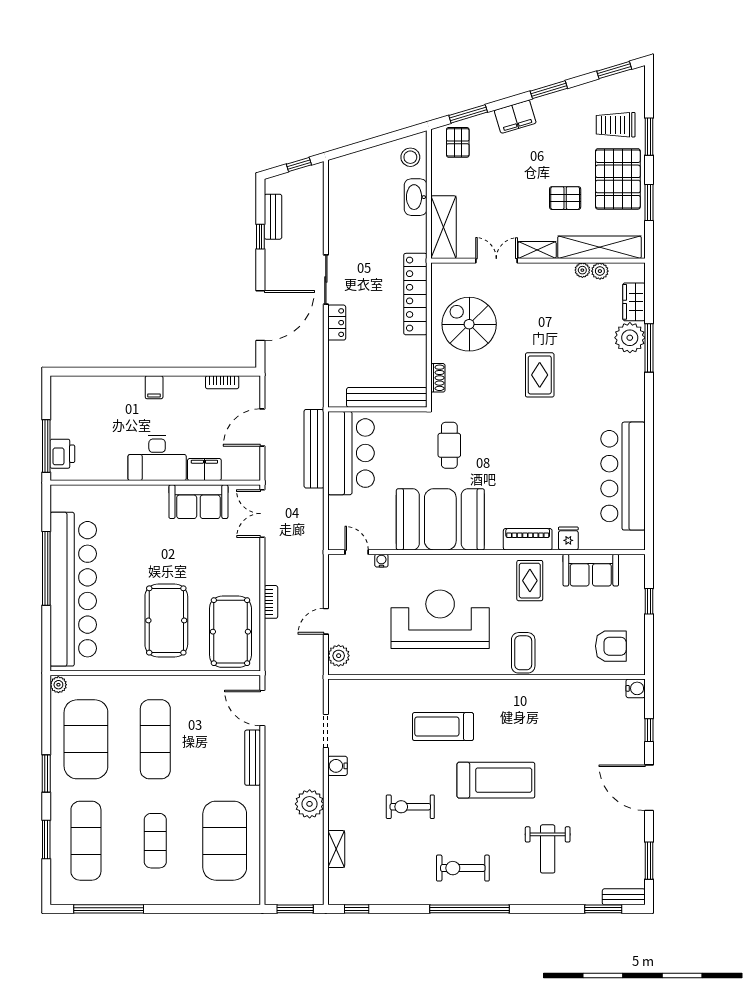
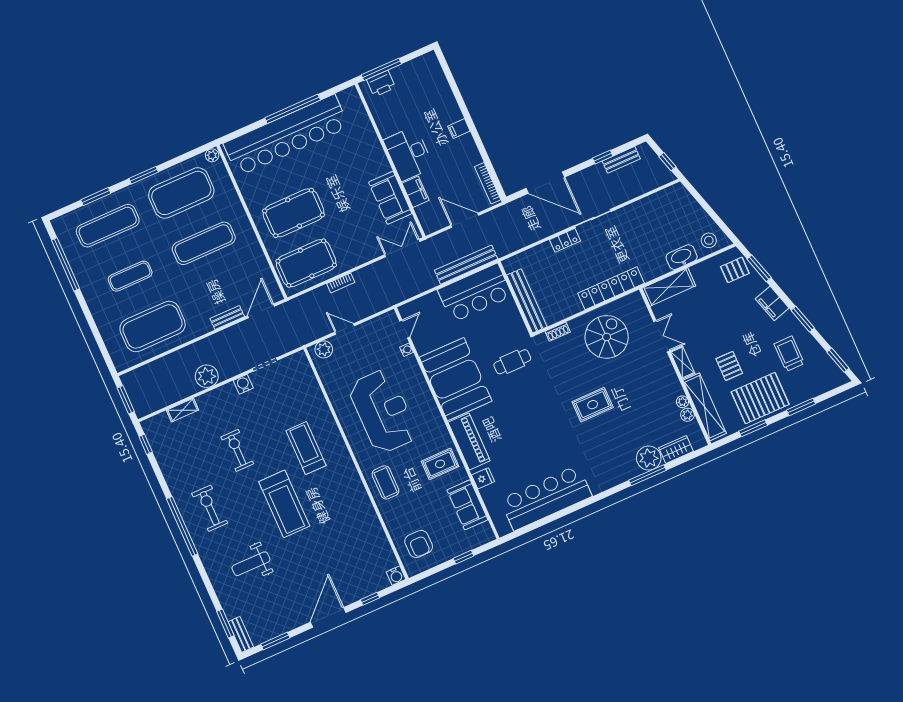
trolley: (616, 125) -> (789, 354), moved
bookcase: (222, 382) -> (488, 183), width x1.56
piano: (528, 539) -> (469, 441), width x1.37, depth x1.33
coffee table: (523, 653) -> (385, 482), turned 90
bench: (253, 758) -> (227, 318), width x0.73

